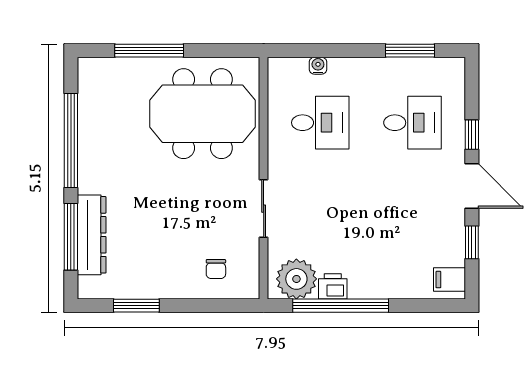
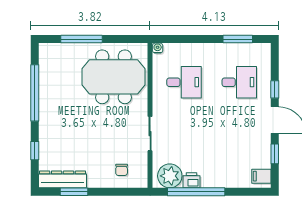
water cooler: (318, 66) -> (158, 48), moved
dresser: (92, 235) -> (63, 179), moved, turned -90
window: (71, 237) -> (35, 151), width x0.46

